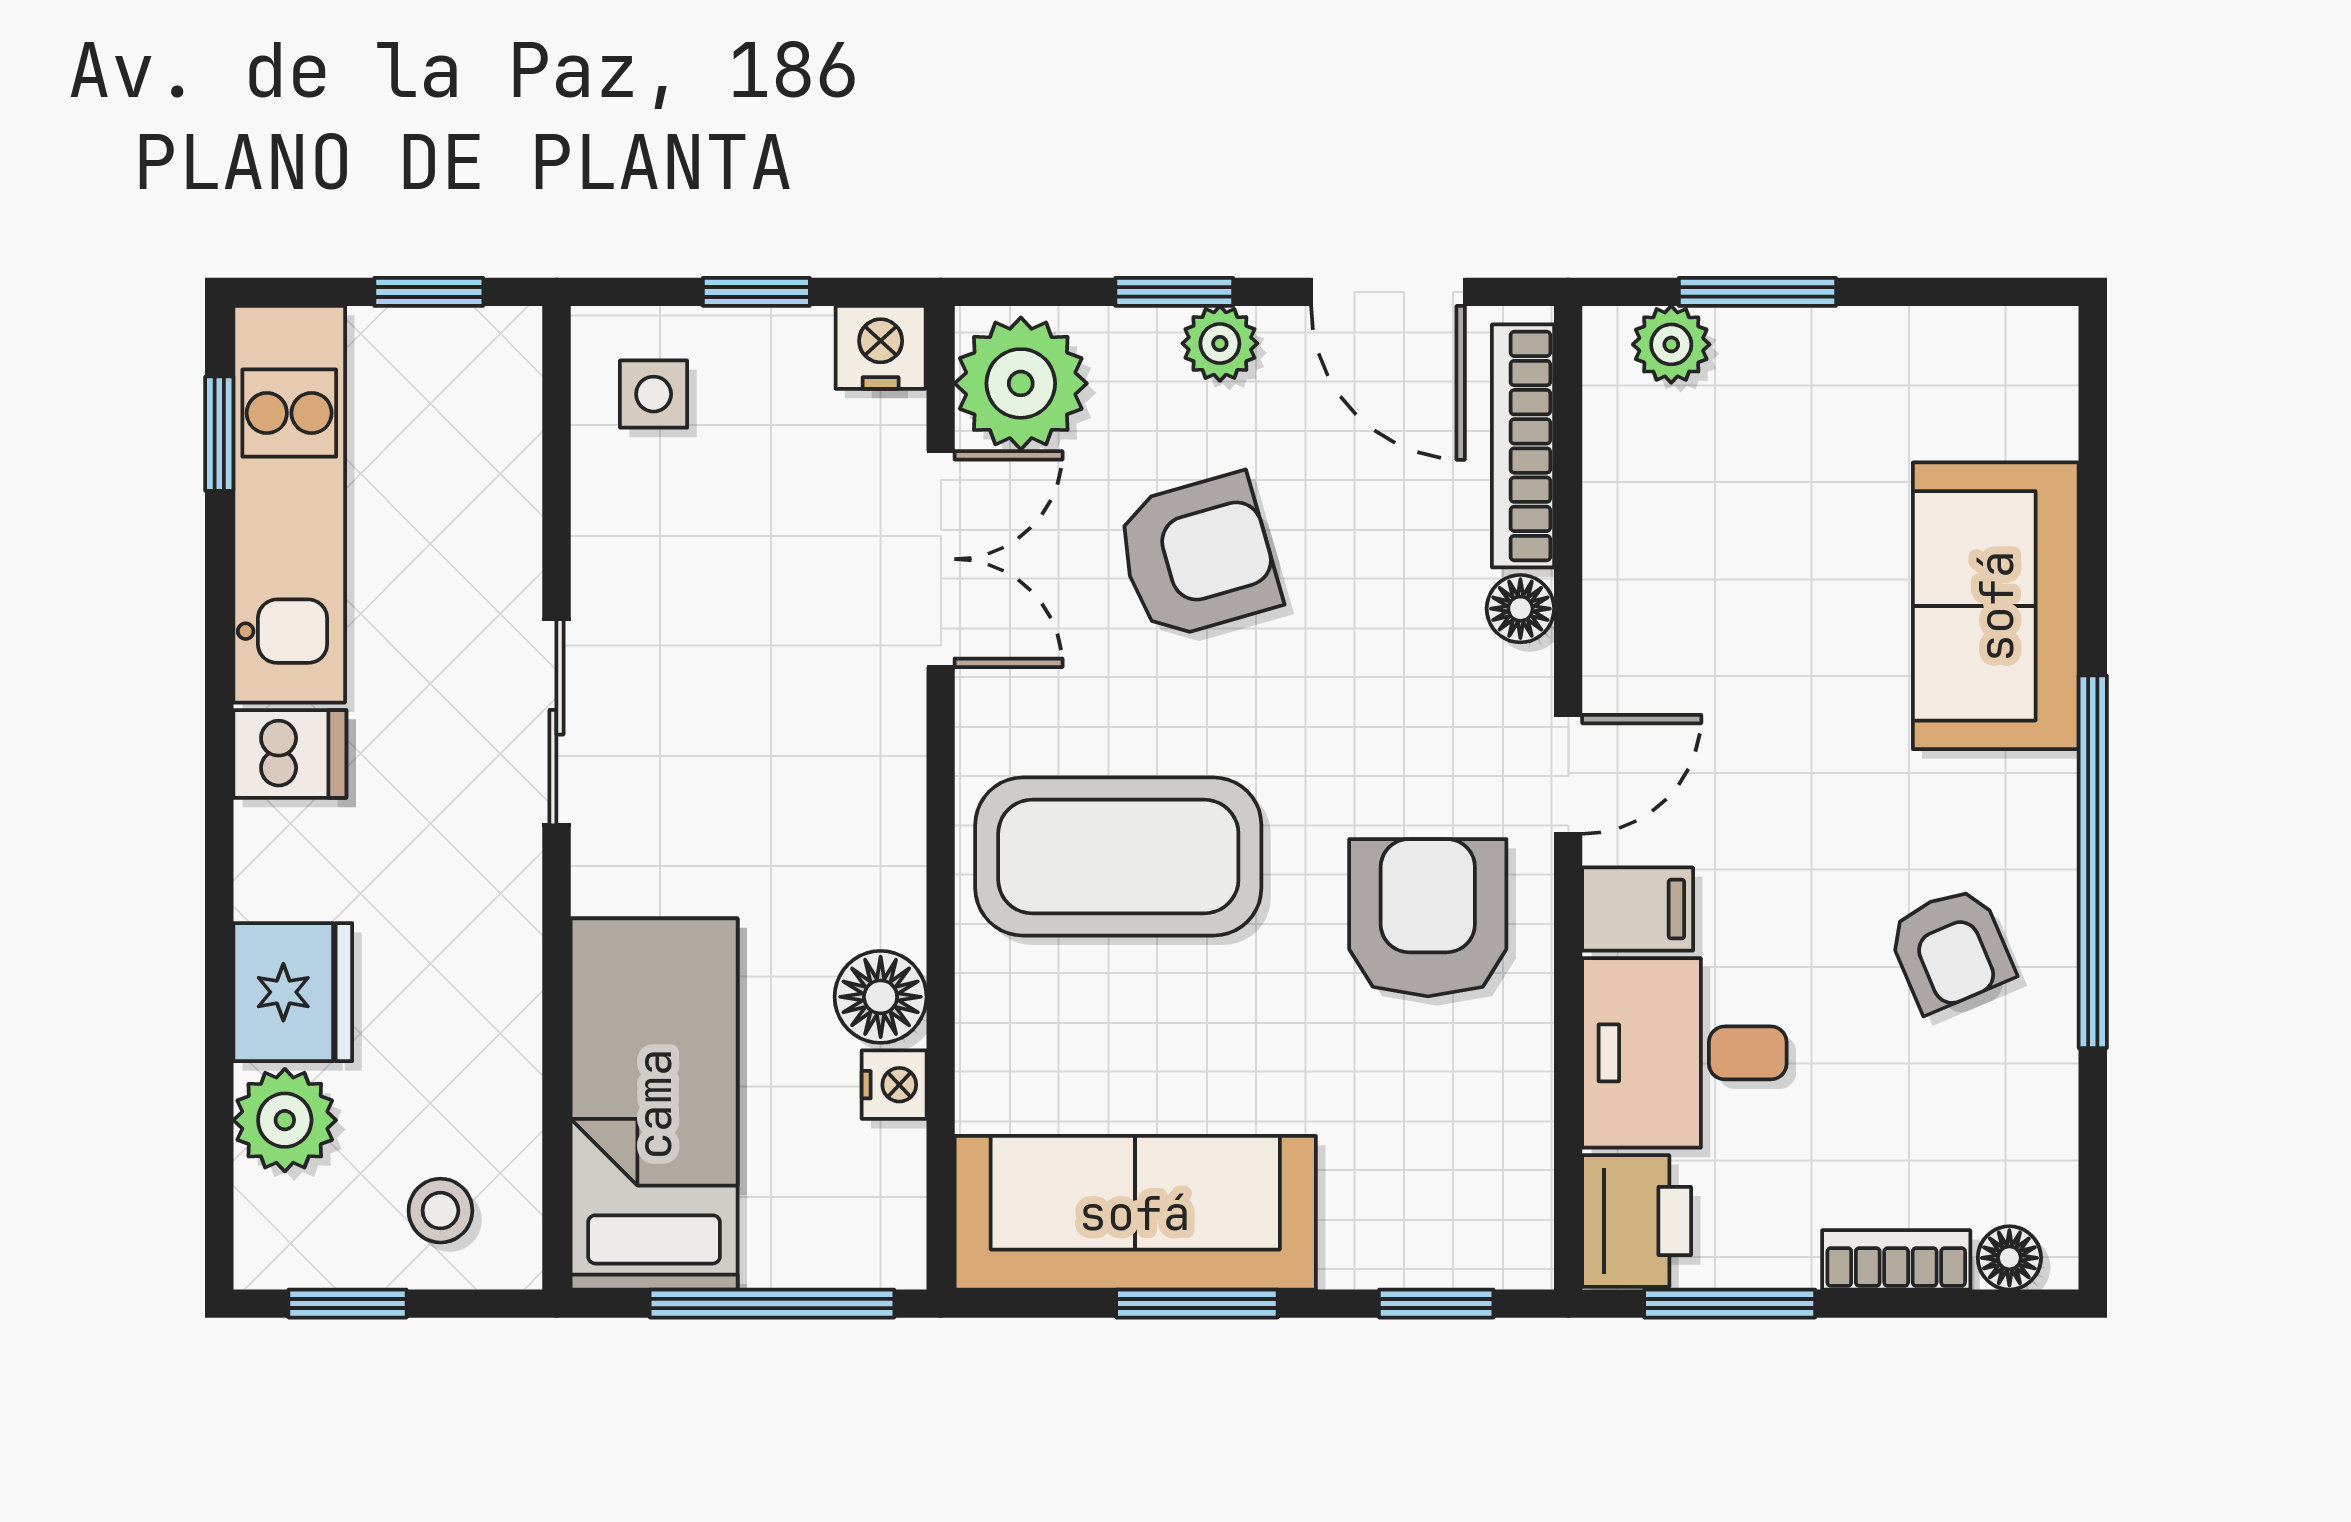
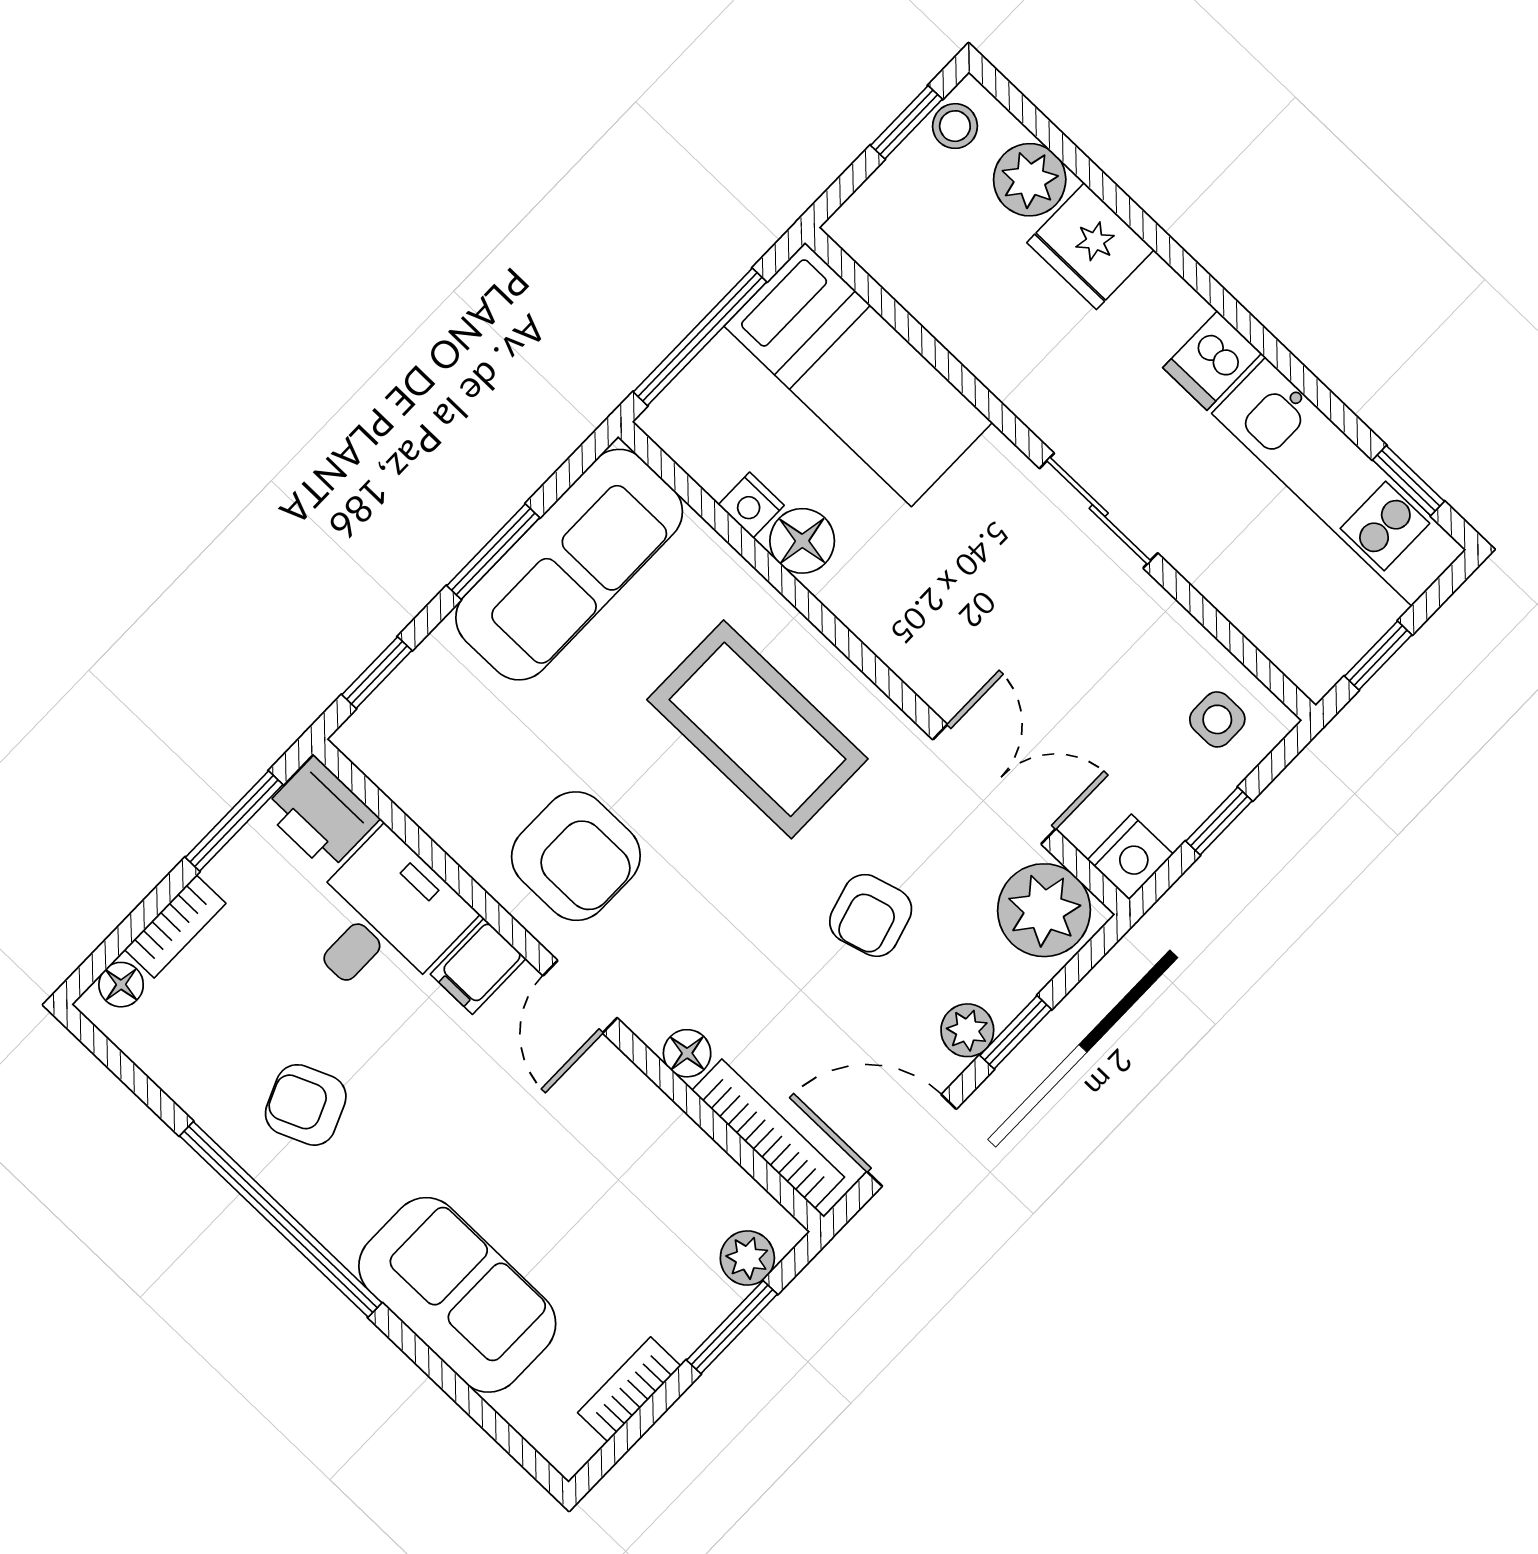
bookcase: (1923, 336) -> (629, 1389), added
armchair: (1198, 556) -> (871, 915), width x0.72, depth x0.72
double door: (941, 559) -> (994, 784), swing flipped
coffee table: (1118, 857) -> (757, 729), turned 90
stool: (440, 1211) -> (955, 126), moved

